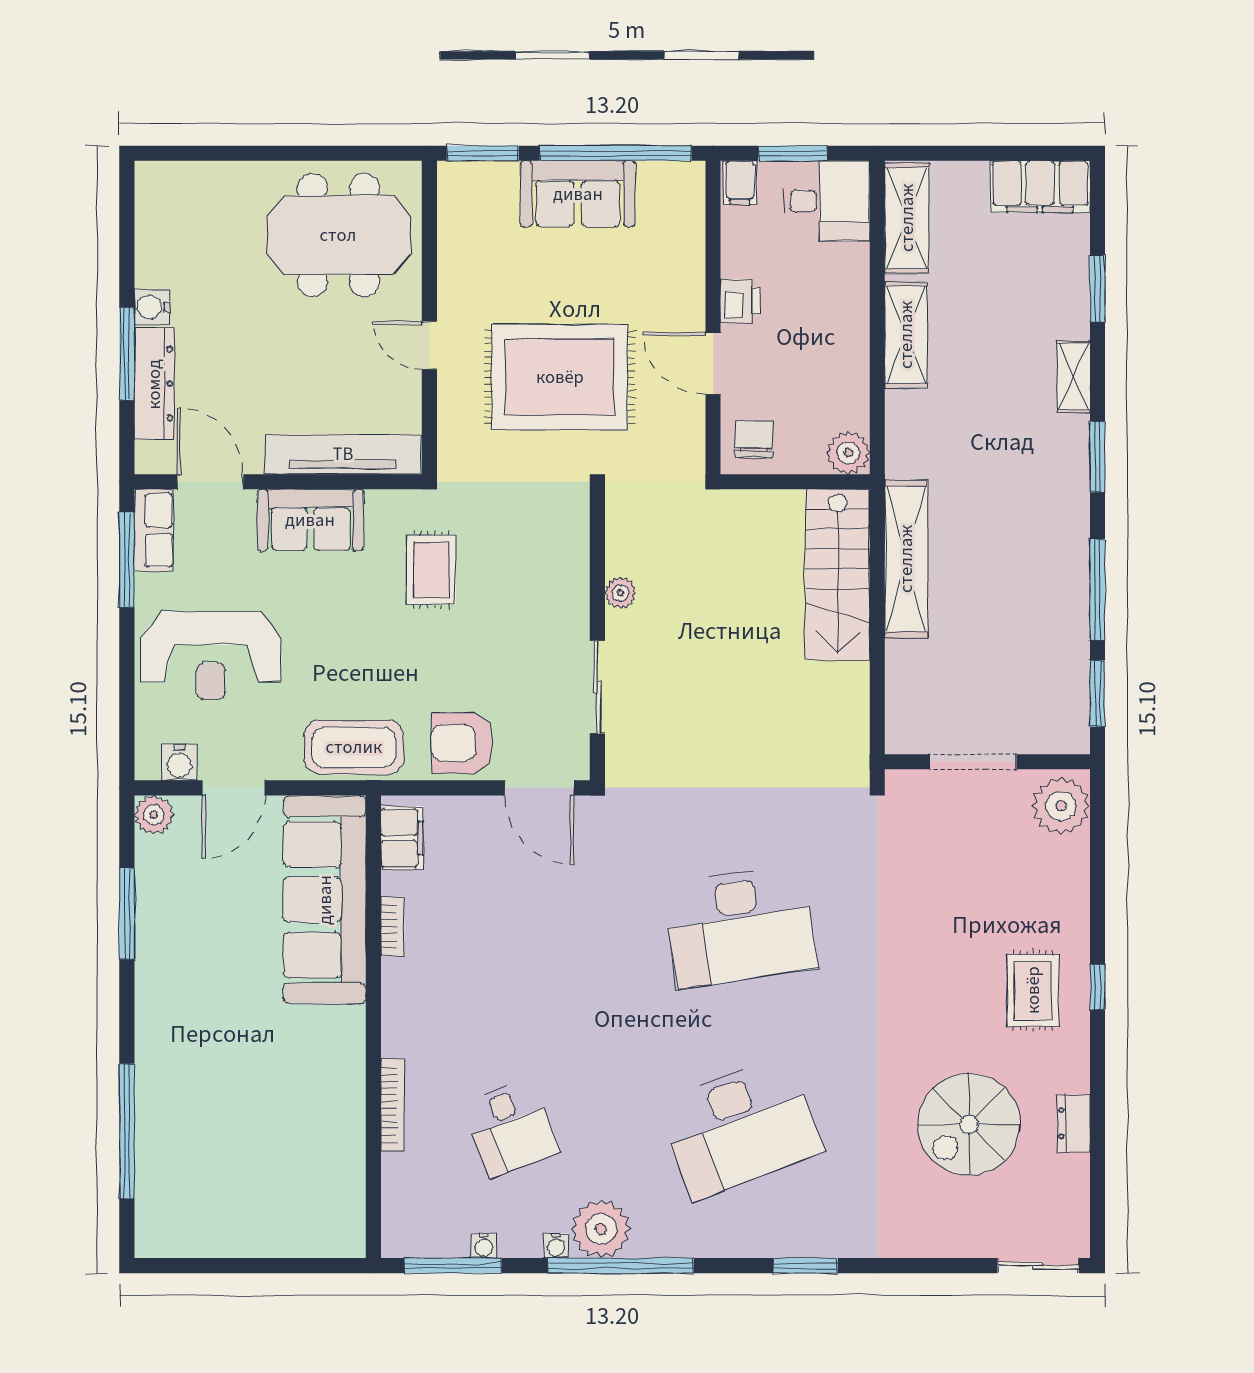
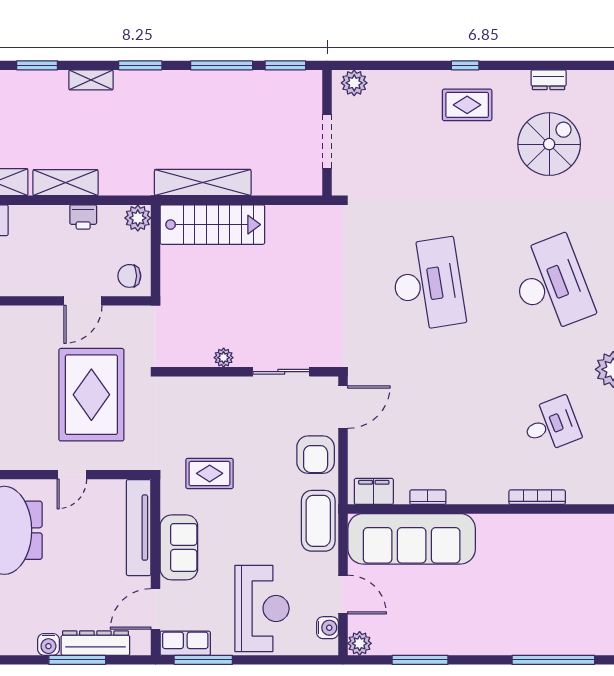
printer: (740, 301) -> (83, 217), moved, turned 180
plant: (1061, 806) -> (354, 83), width x0.73, depth x0.73
spiral stairs: (969, 1124) -> (549, 144), turned -90

